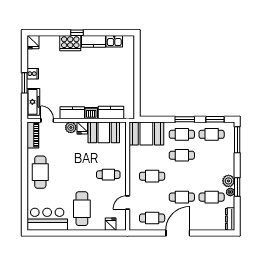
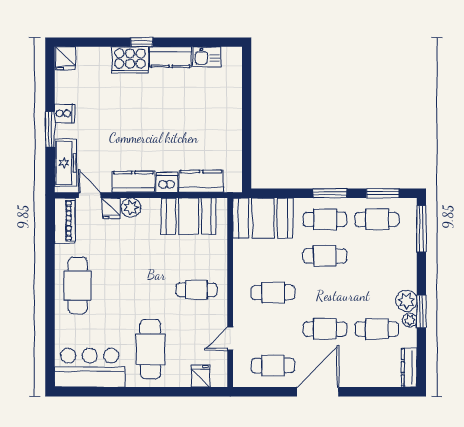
fridge: (82, 128) -> (111, 208), moved

